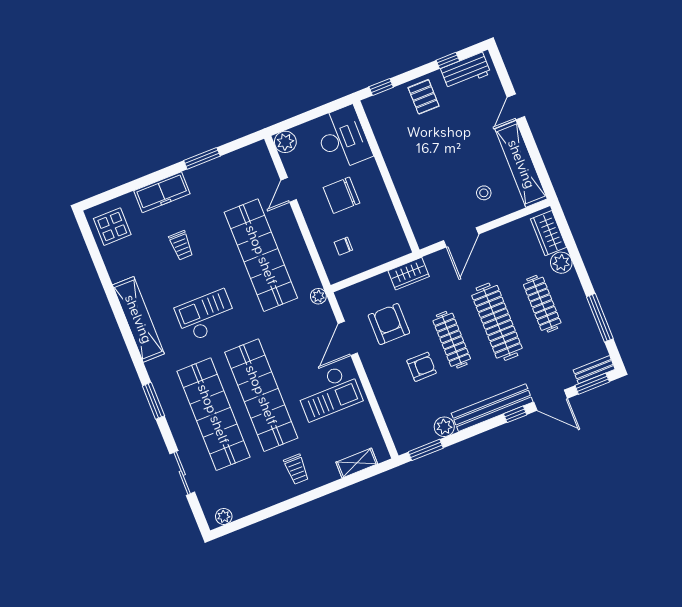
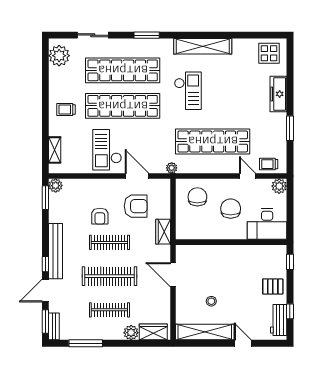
stool: (484, 193) -> (211, 301), moved
trolley: (181, 245) -> (269, 164), moved
chair: (343, 246) -> (197, 197), width x1.87, depth x1.87
plant: (444, 427) -> (56, 186), moved
plant: (224, 516) -> (59, 56), width x1.87, depth x1.87

